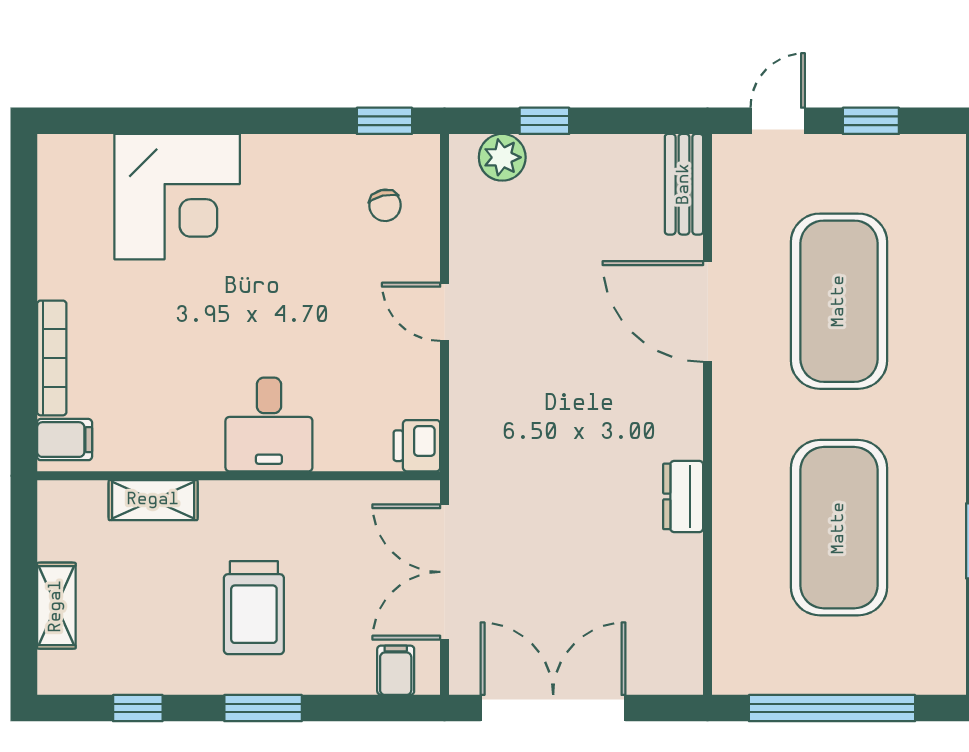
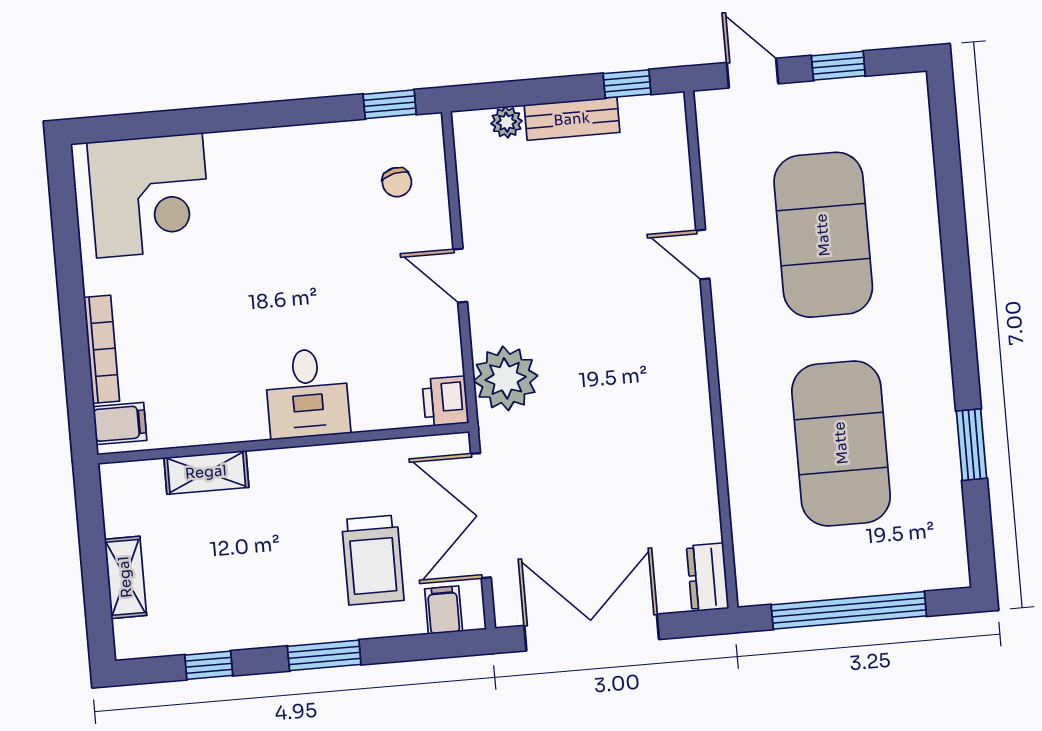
window: (544, 121) -> (627, 84), moved
door: (778, 121) -> (752, 73), hinge flipped
plant: (502, 157) -> (507, 122), width x0.73, depth x0.73
bench: (684, 184) -> (572, 119), moved, turned 90
corner desk: (177, 197) -> (149, 195), moved
door: (708, 311) -> (703, 255), width x0.53
plant: (484, 427) -> (506, 378), added
dresser: (683, 496) -> (708, 577), moved
trolley: (254, 608) -> (373, 560), moved

